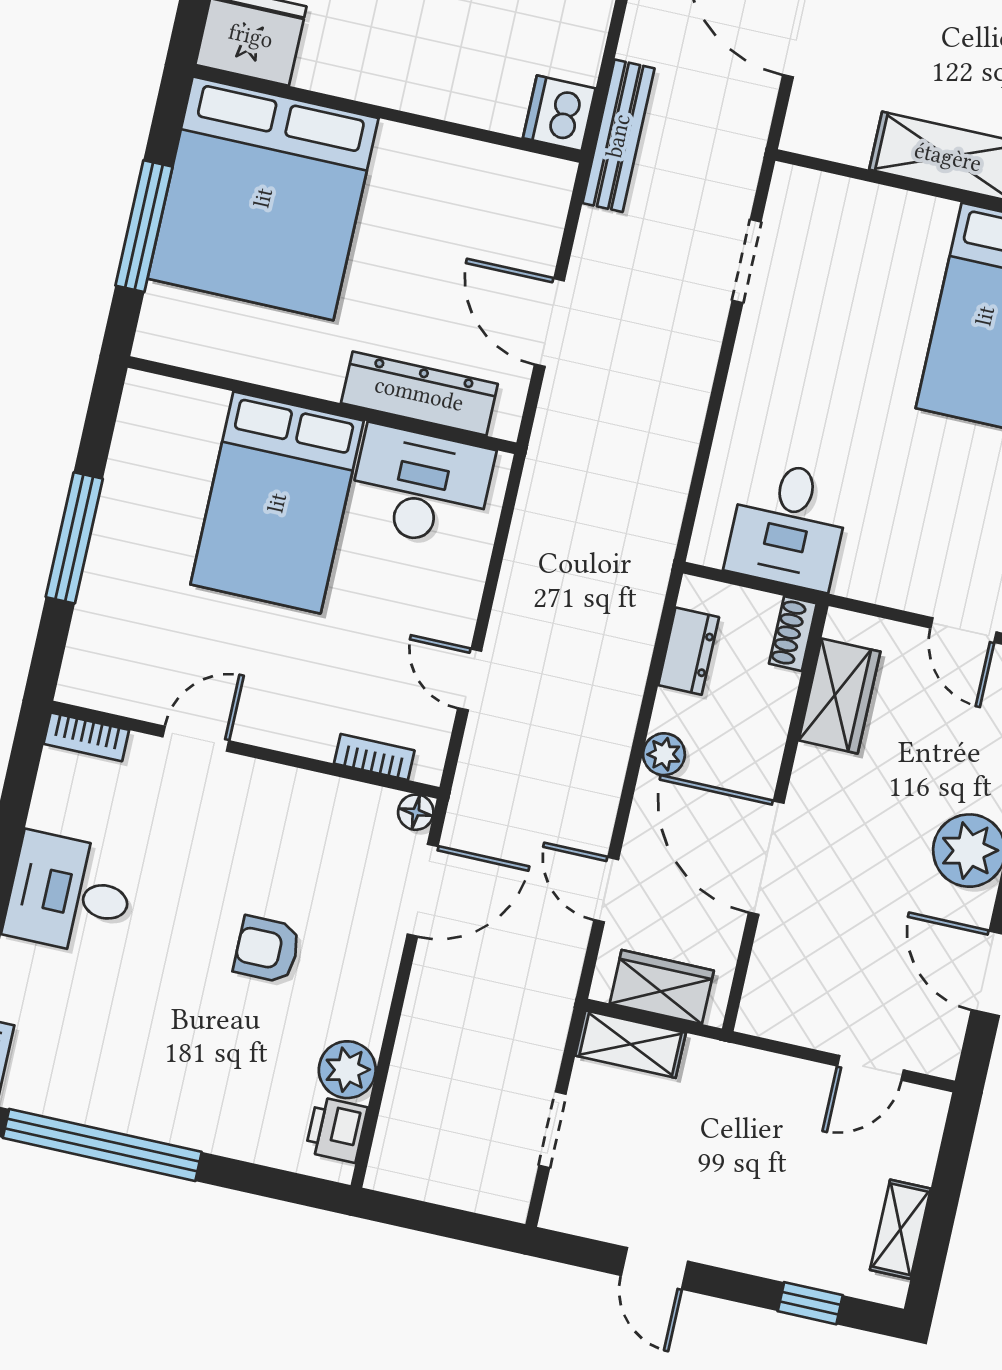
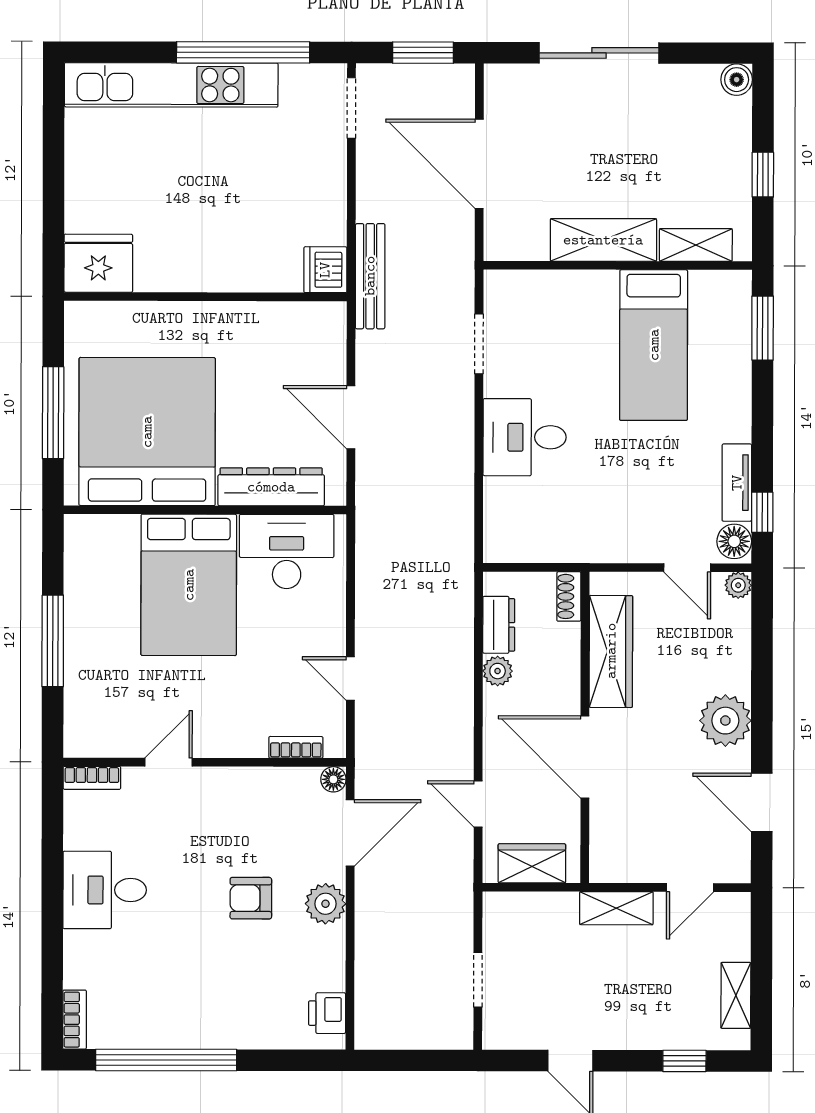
bed: (263, 198) -> (147, 432), moved, turned 180
desk: (788, 525) -> (525, 437), moved, turned 90
wardrobe: (840, 696) -> (611, 651), width x1.50
plant: (664, 754) -> (498, 671), moved
shelving: (631, 1044) -> (616, 908), moved
plant: (347, 1070) -> (325, 904), moved

